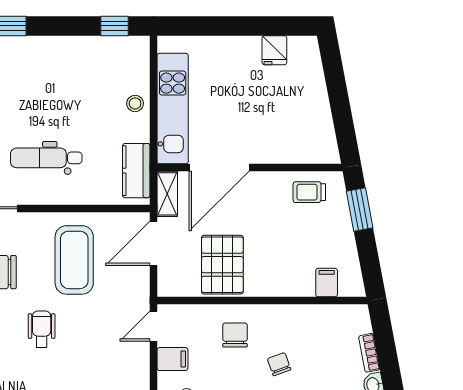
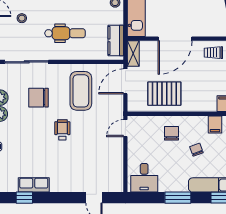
dental chair: (46, 158) -> (65, 33), turned 180
door: (219, 167) -> (175, 39), moved
pallet: (222, 265) -> (164, 94), turned 90
filing cabinet: (172, 359) -> (215, 124), moved, turned 90

